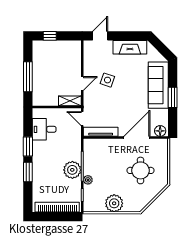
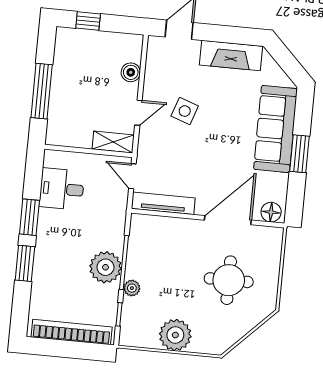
boiler: (76, 62) -> (131, 72), added

